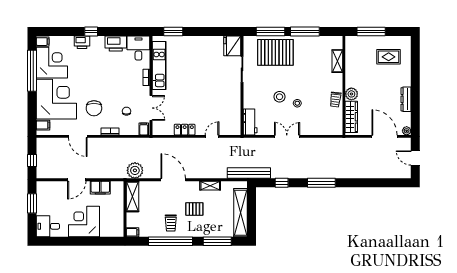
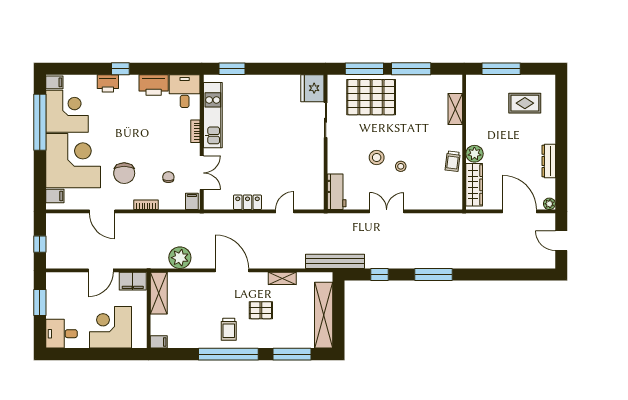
shelving: (132, 196) -> (159, 293), moved
wall: (125, 209) -> (149, 310), moved
filing cabinet: (132, 232) -> (159, 342), moved

